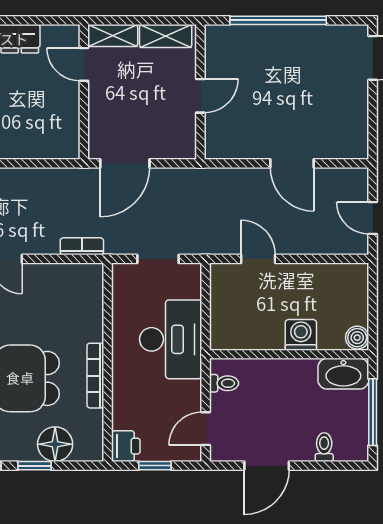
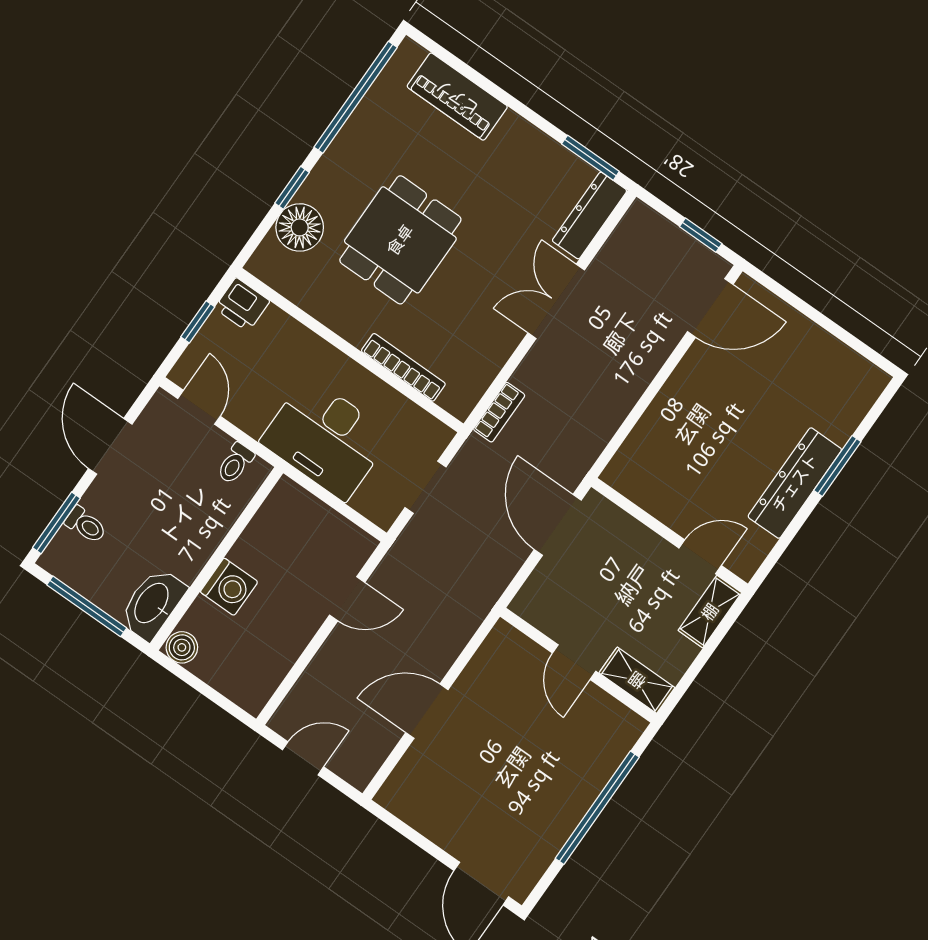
shelving: (166, 36) -> (637, 680), moved, turned 90
bookcase: (95, 376) -> (403, 367), moved
window: (335, 466) -> (56, 523), added

